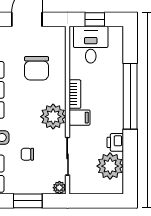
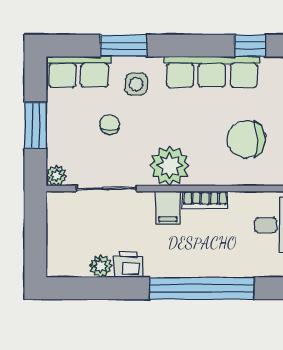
plant: (110, 166) -> (101, 266), width x0.53, depth x0.53

